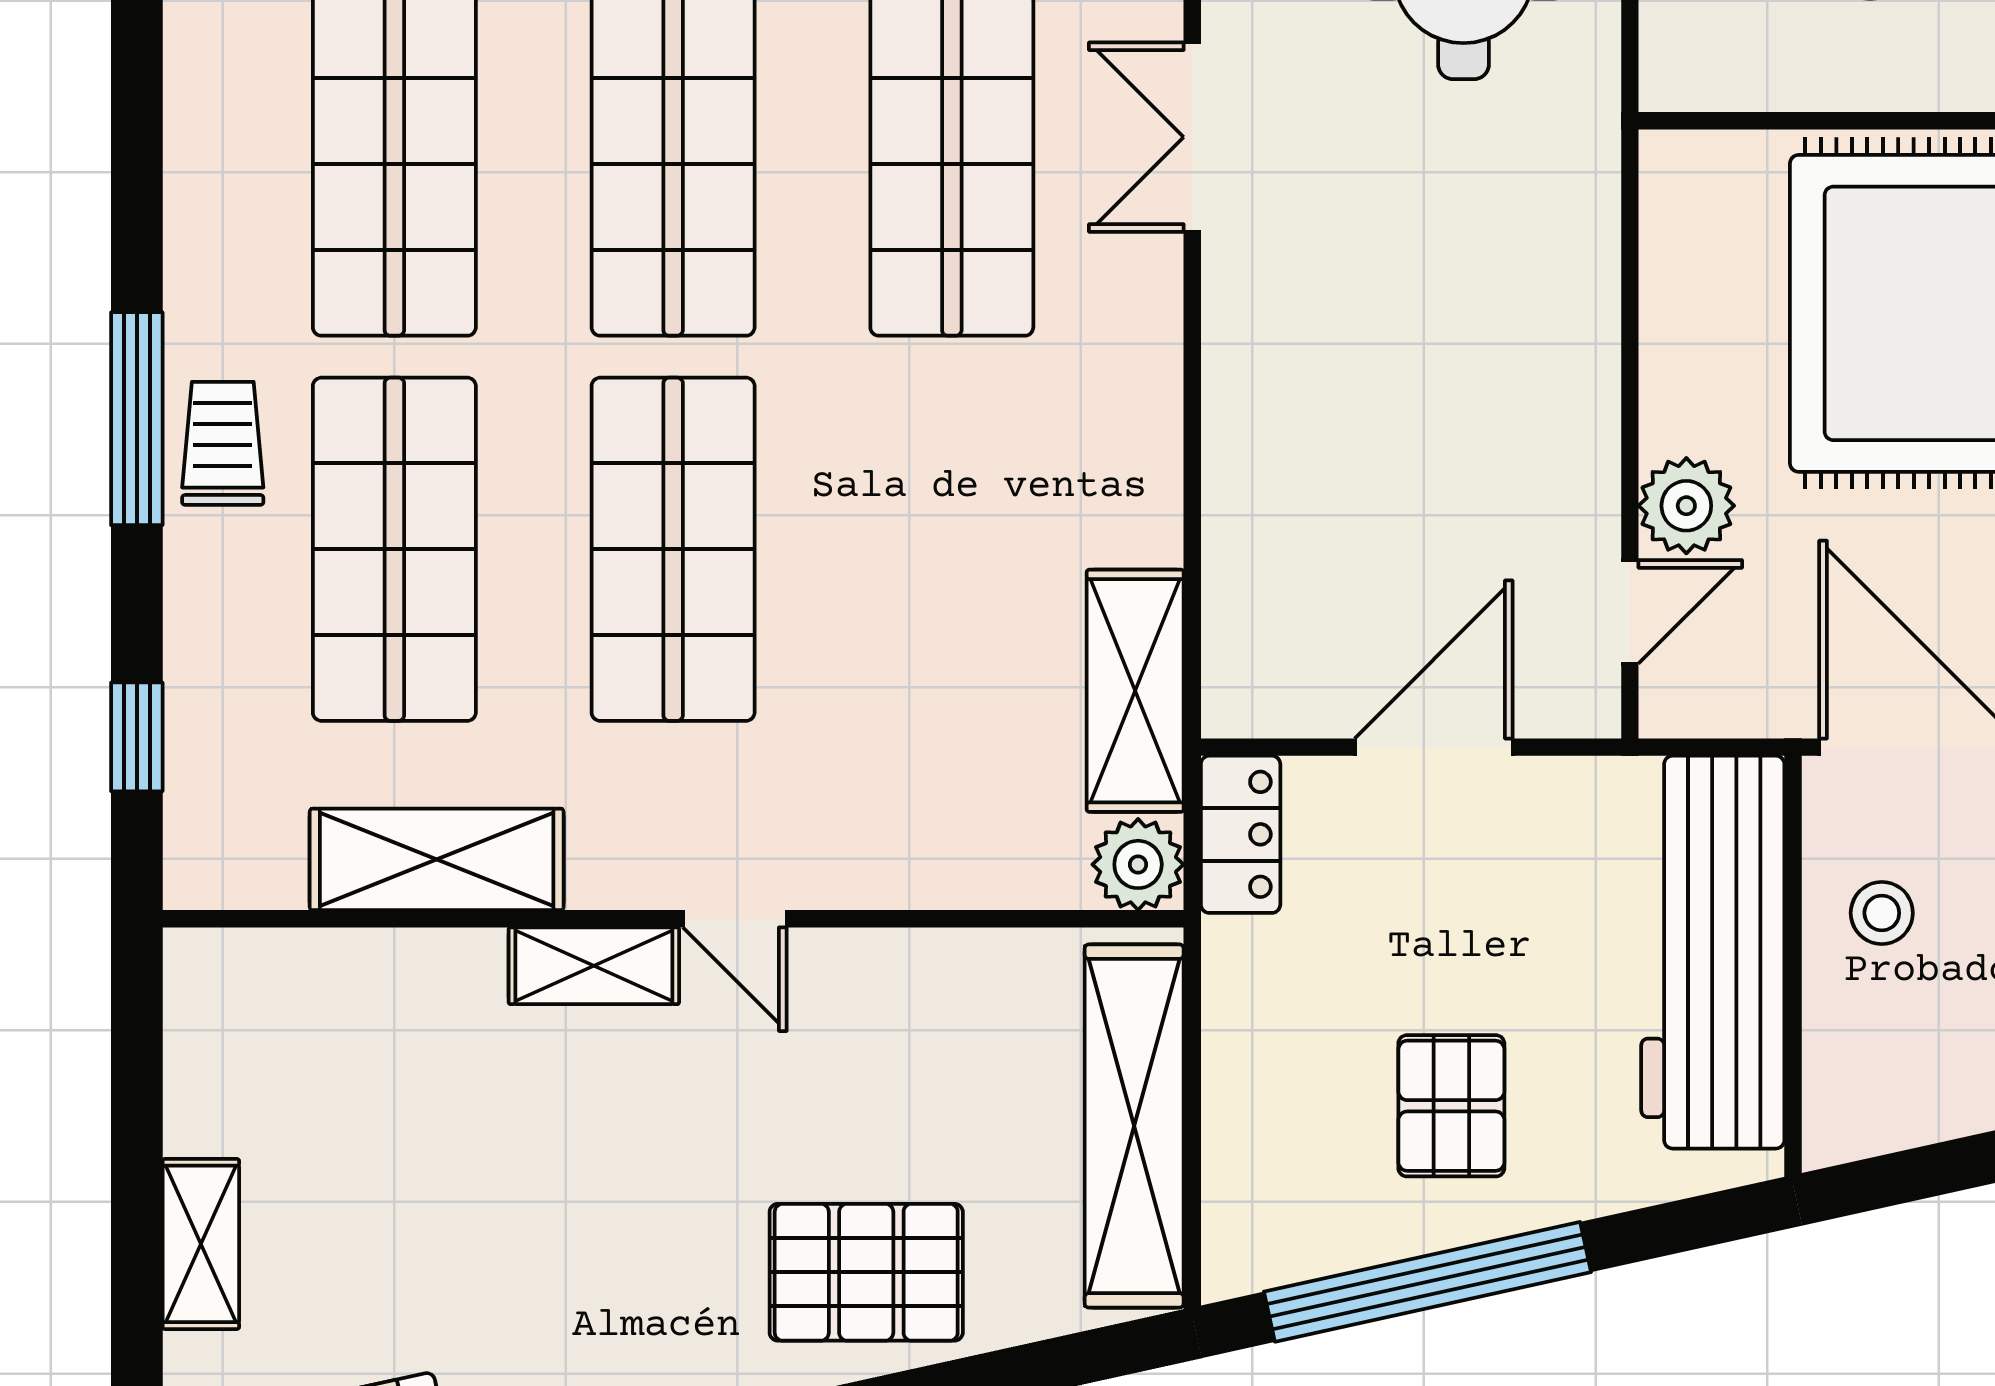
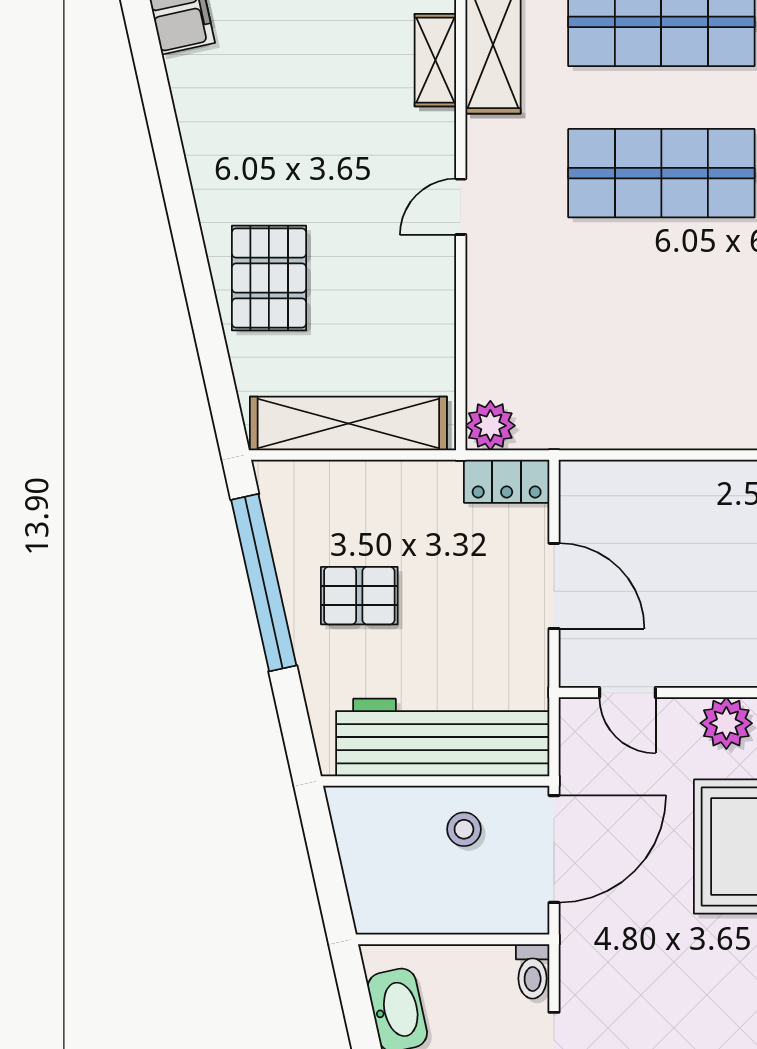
plant: (1686, 506) -> (726, 723), moved
shelving: (1135, 691) -> (585, 424), removed
shelving: (594, 966) -> (435, 60), moved

